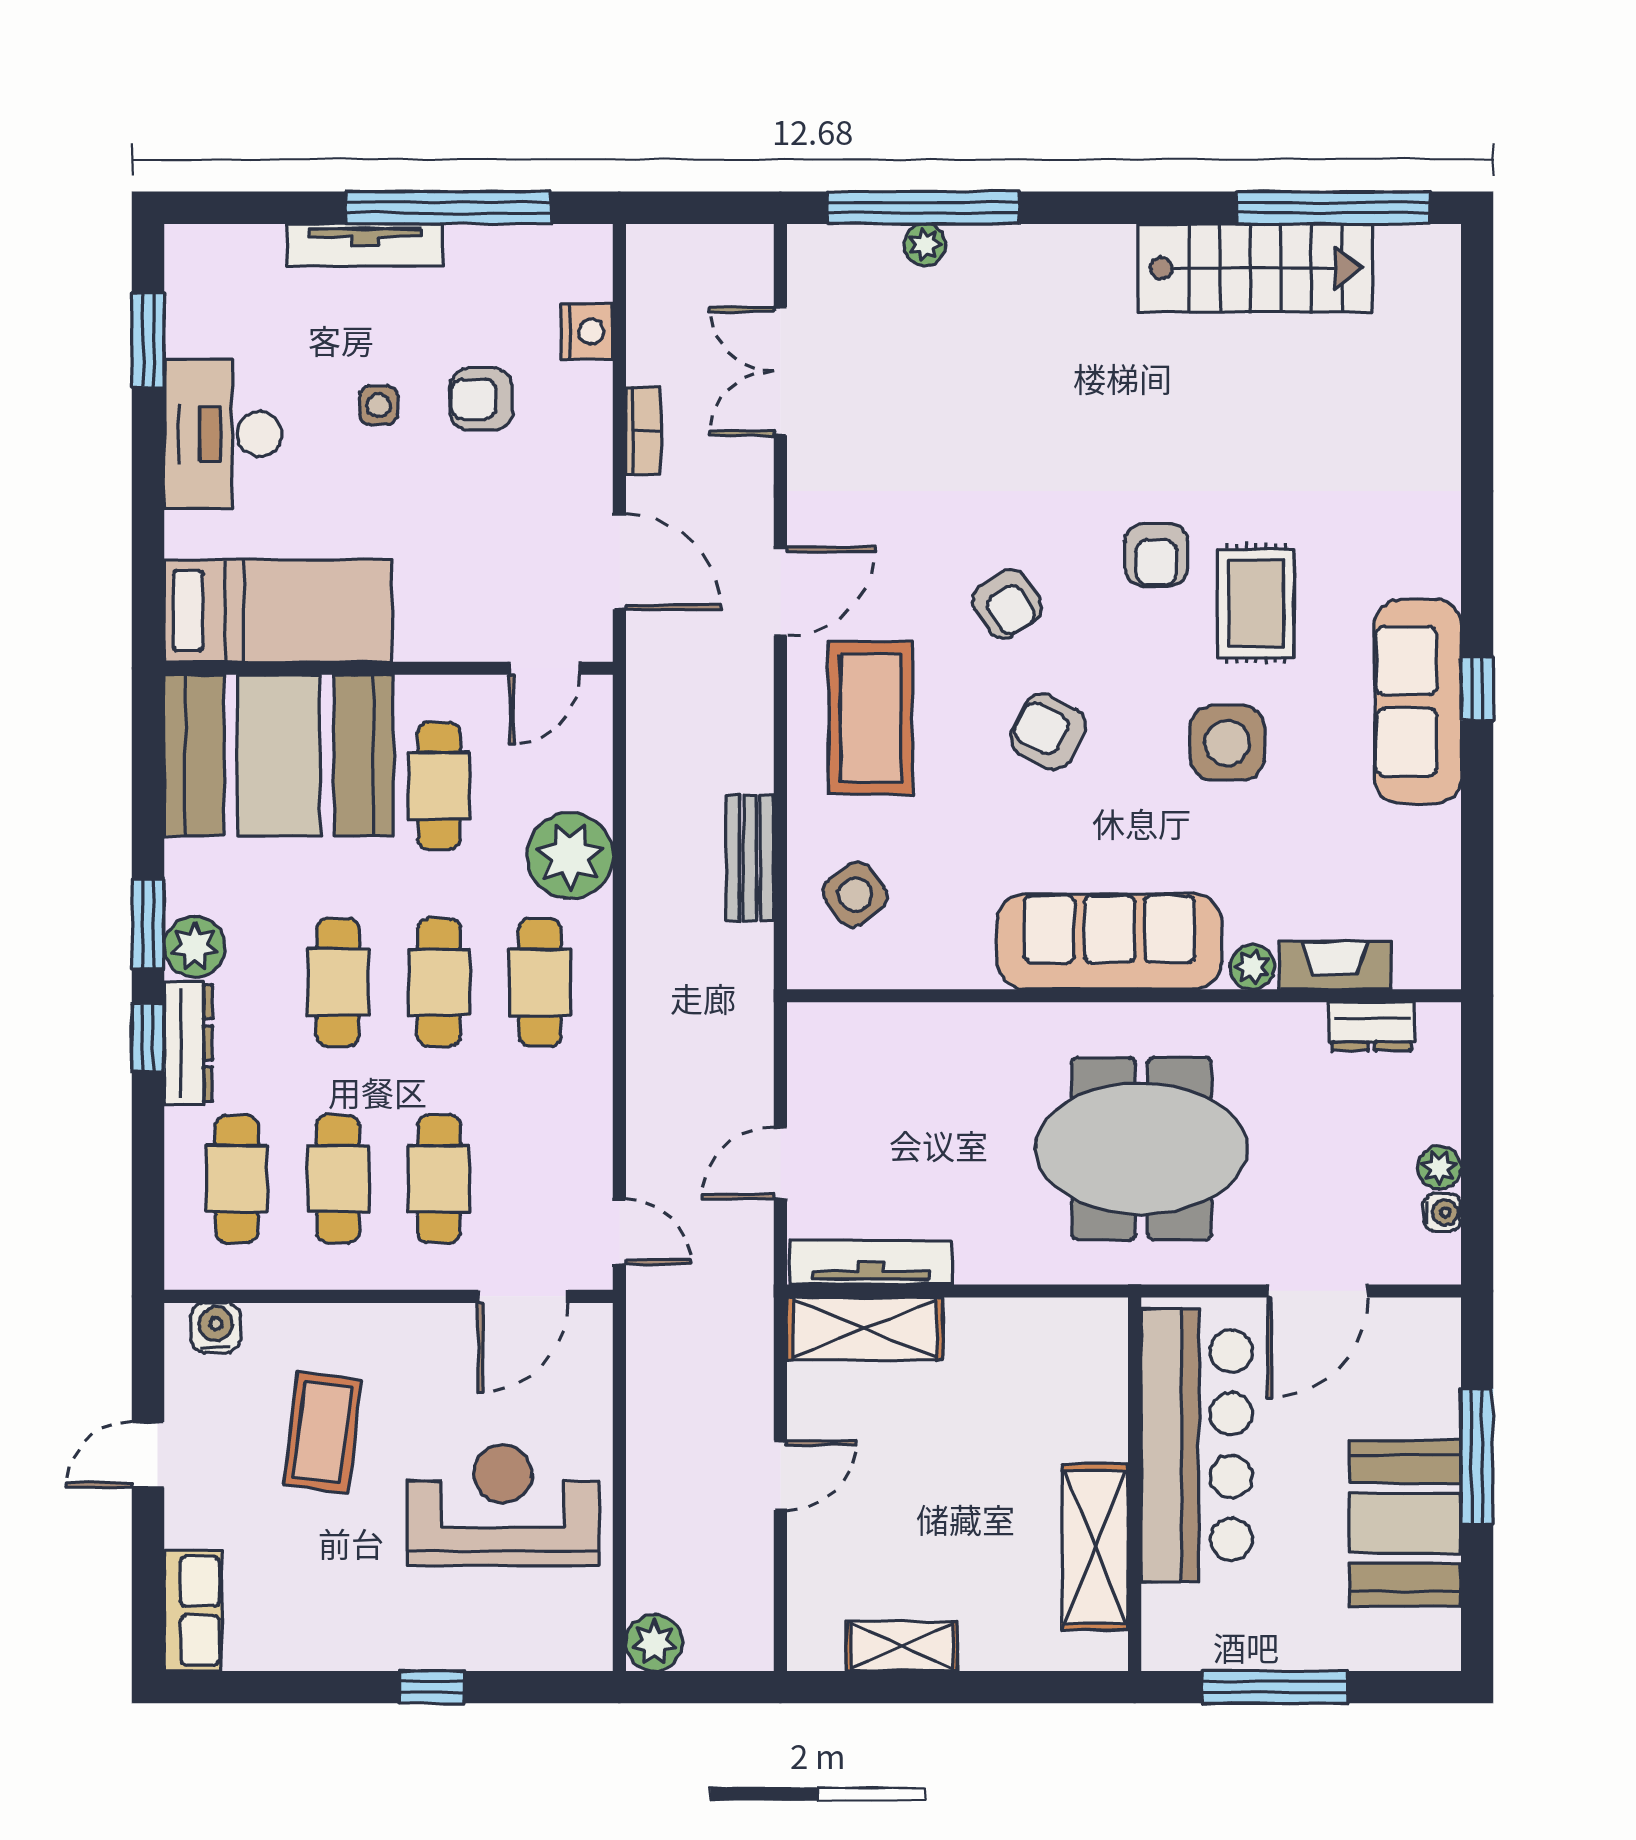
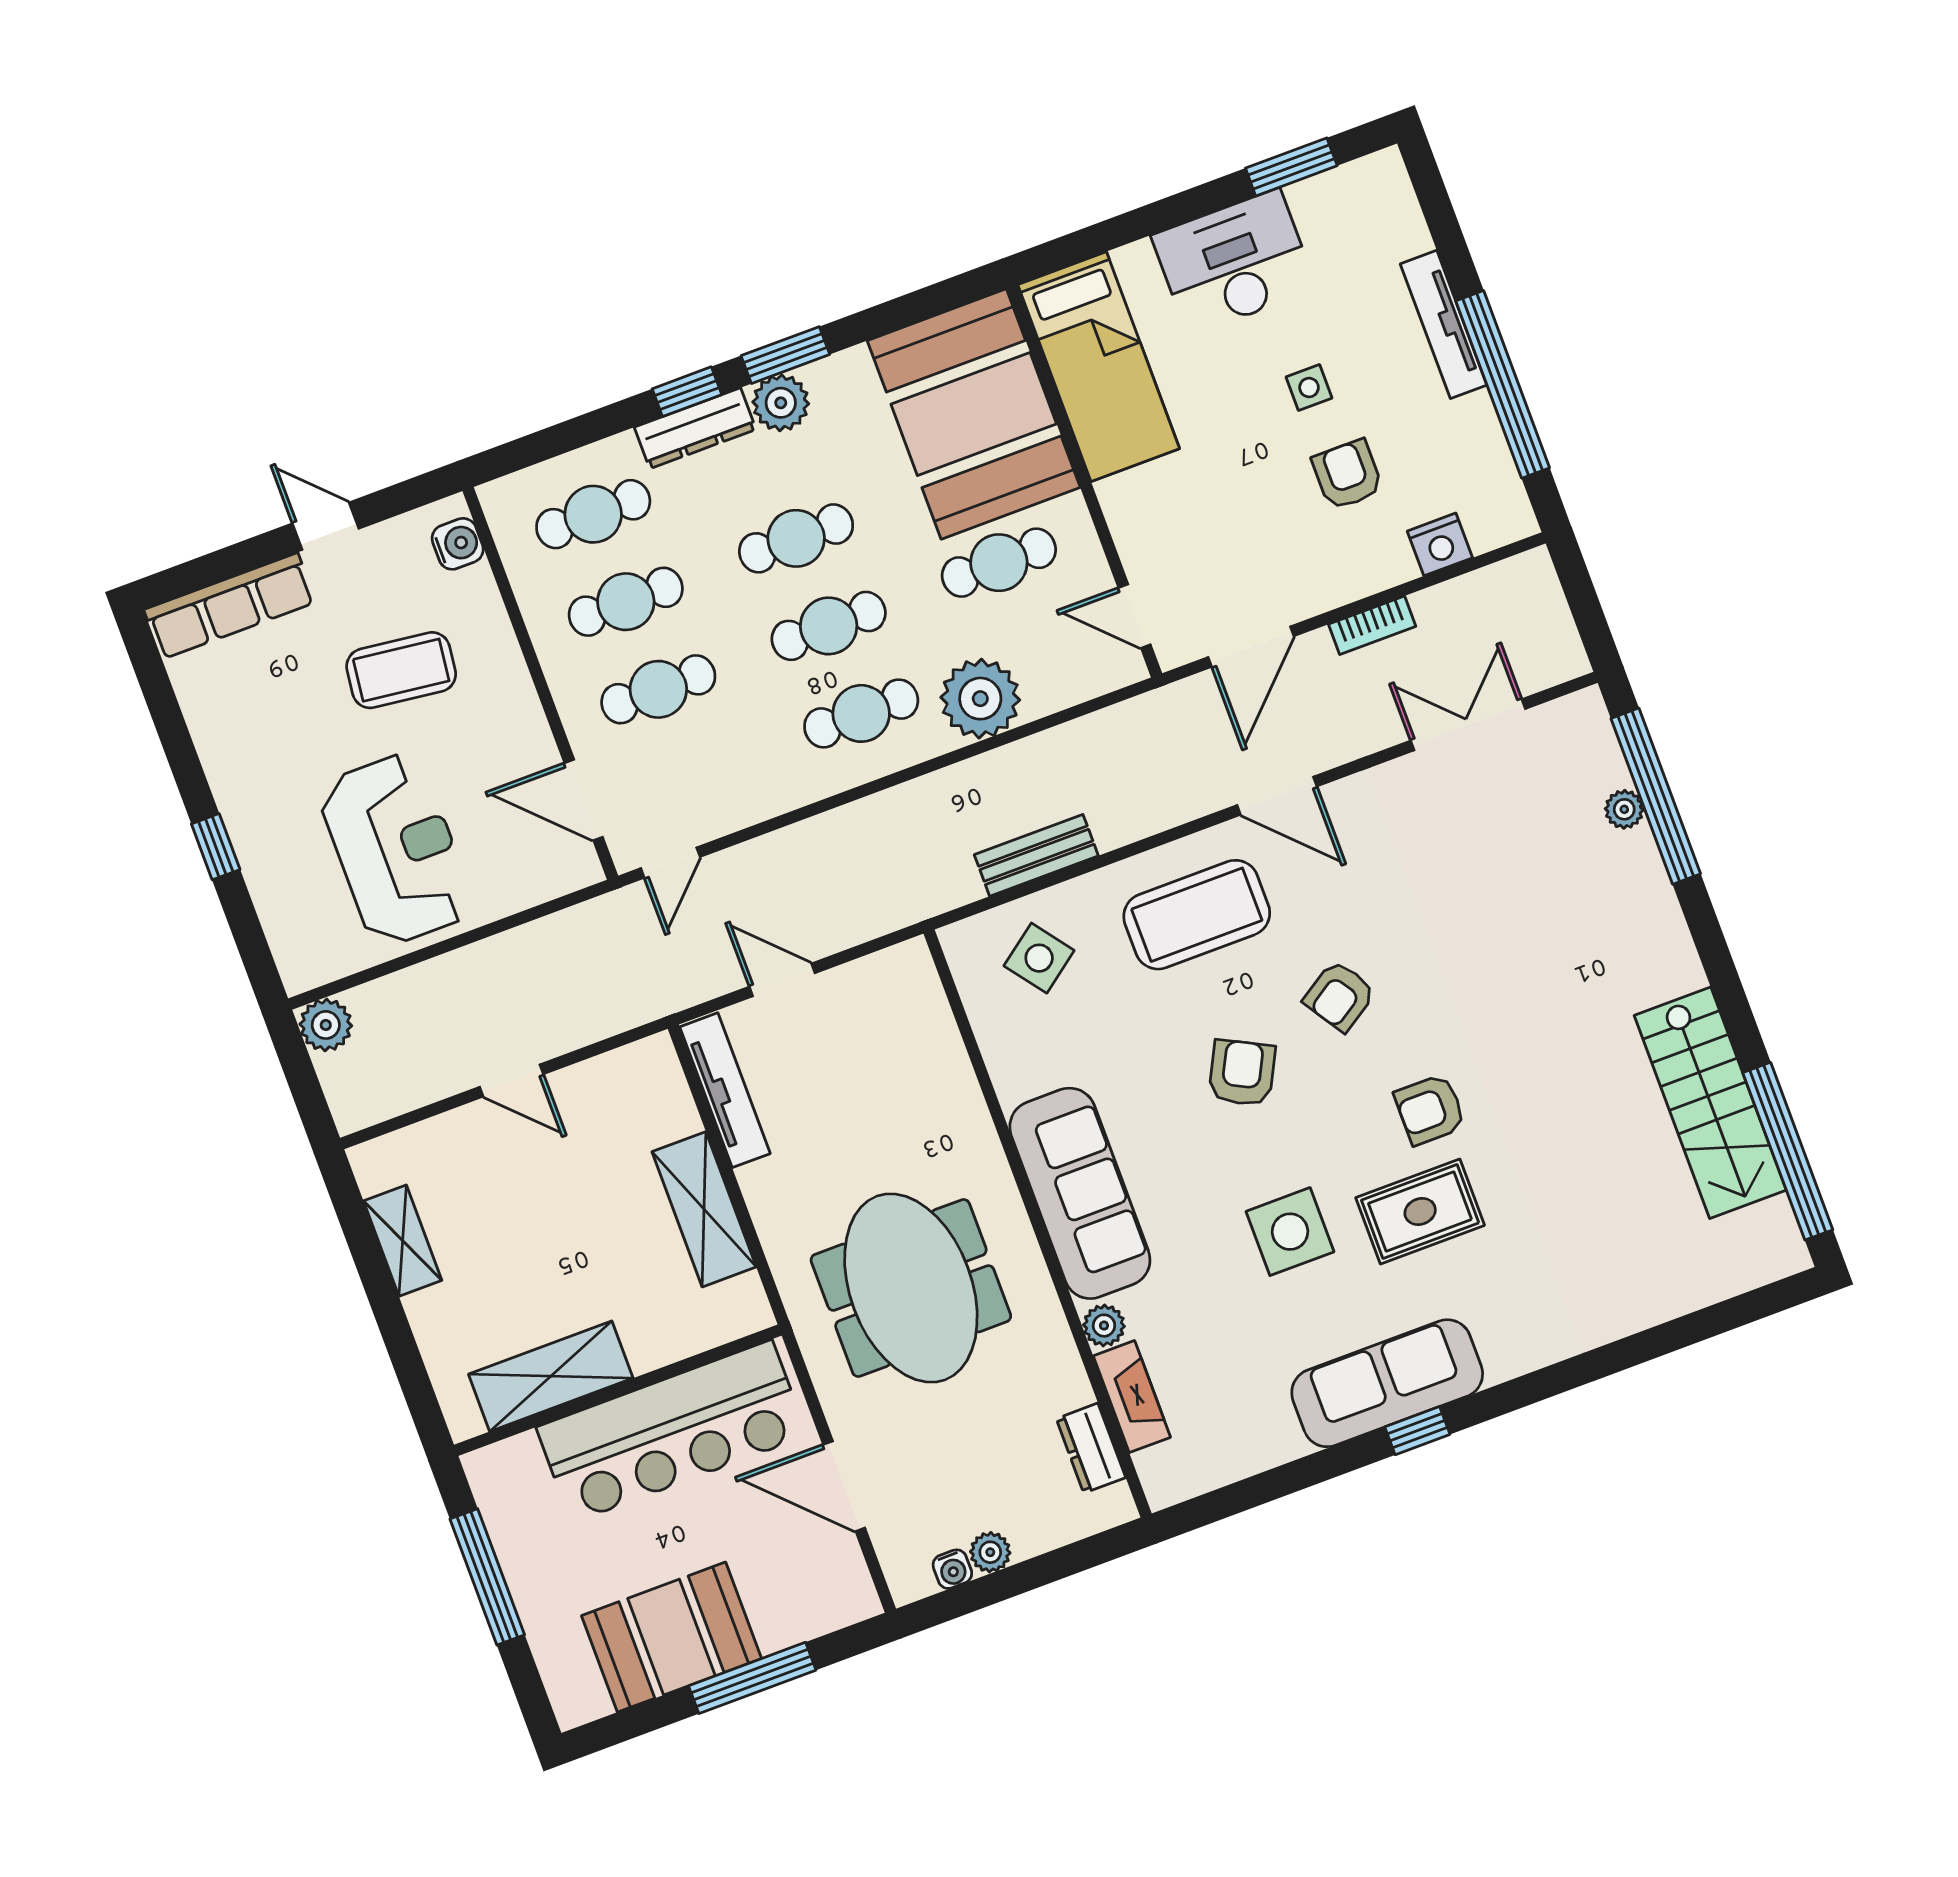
shelving: (865, 1329) -> (704, 1209), moved
row of seats: (193, 1611) -> (230, 606), width x1.48

